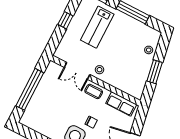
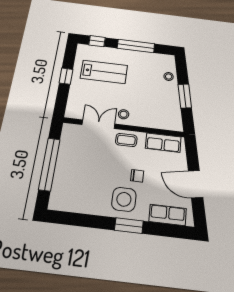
lab bench: (97, 27) -> (104, 72), turned -90
double door: (77, 71) -> (99, 124), swing flipped

